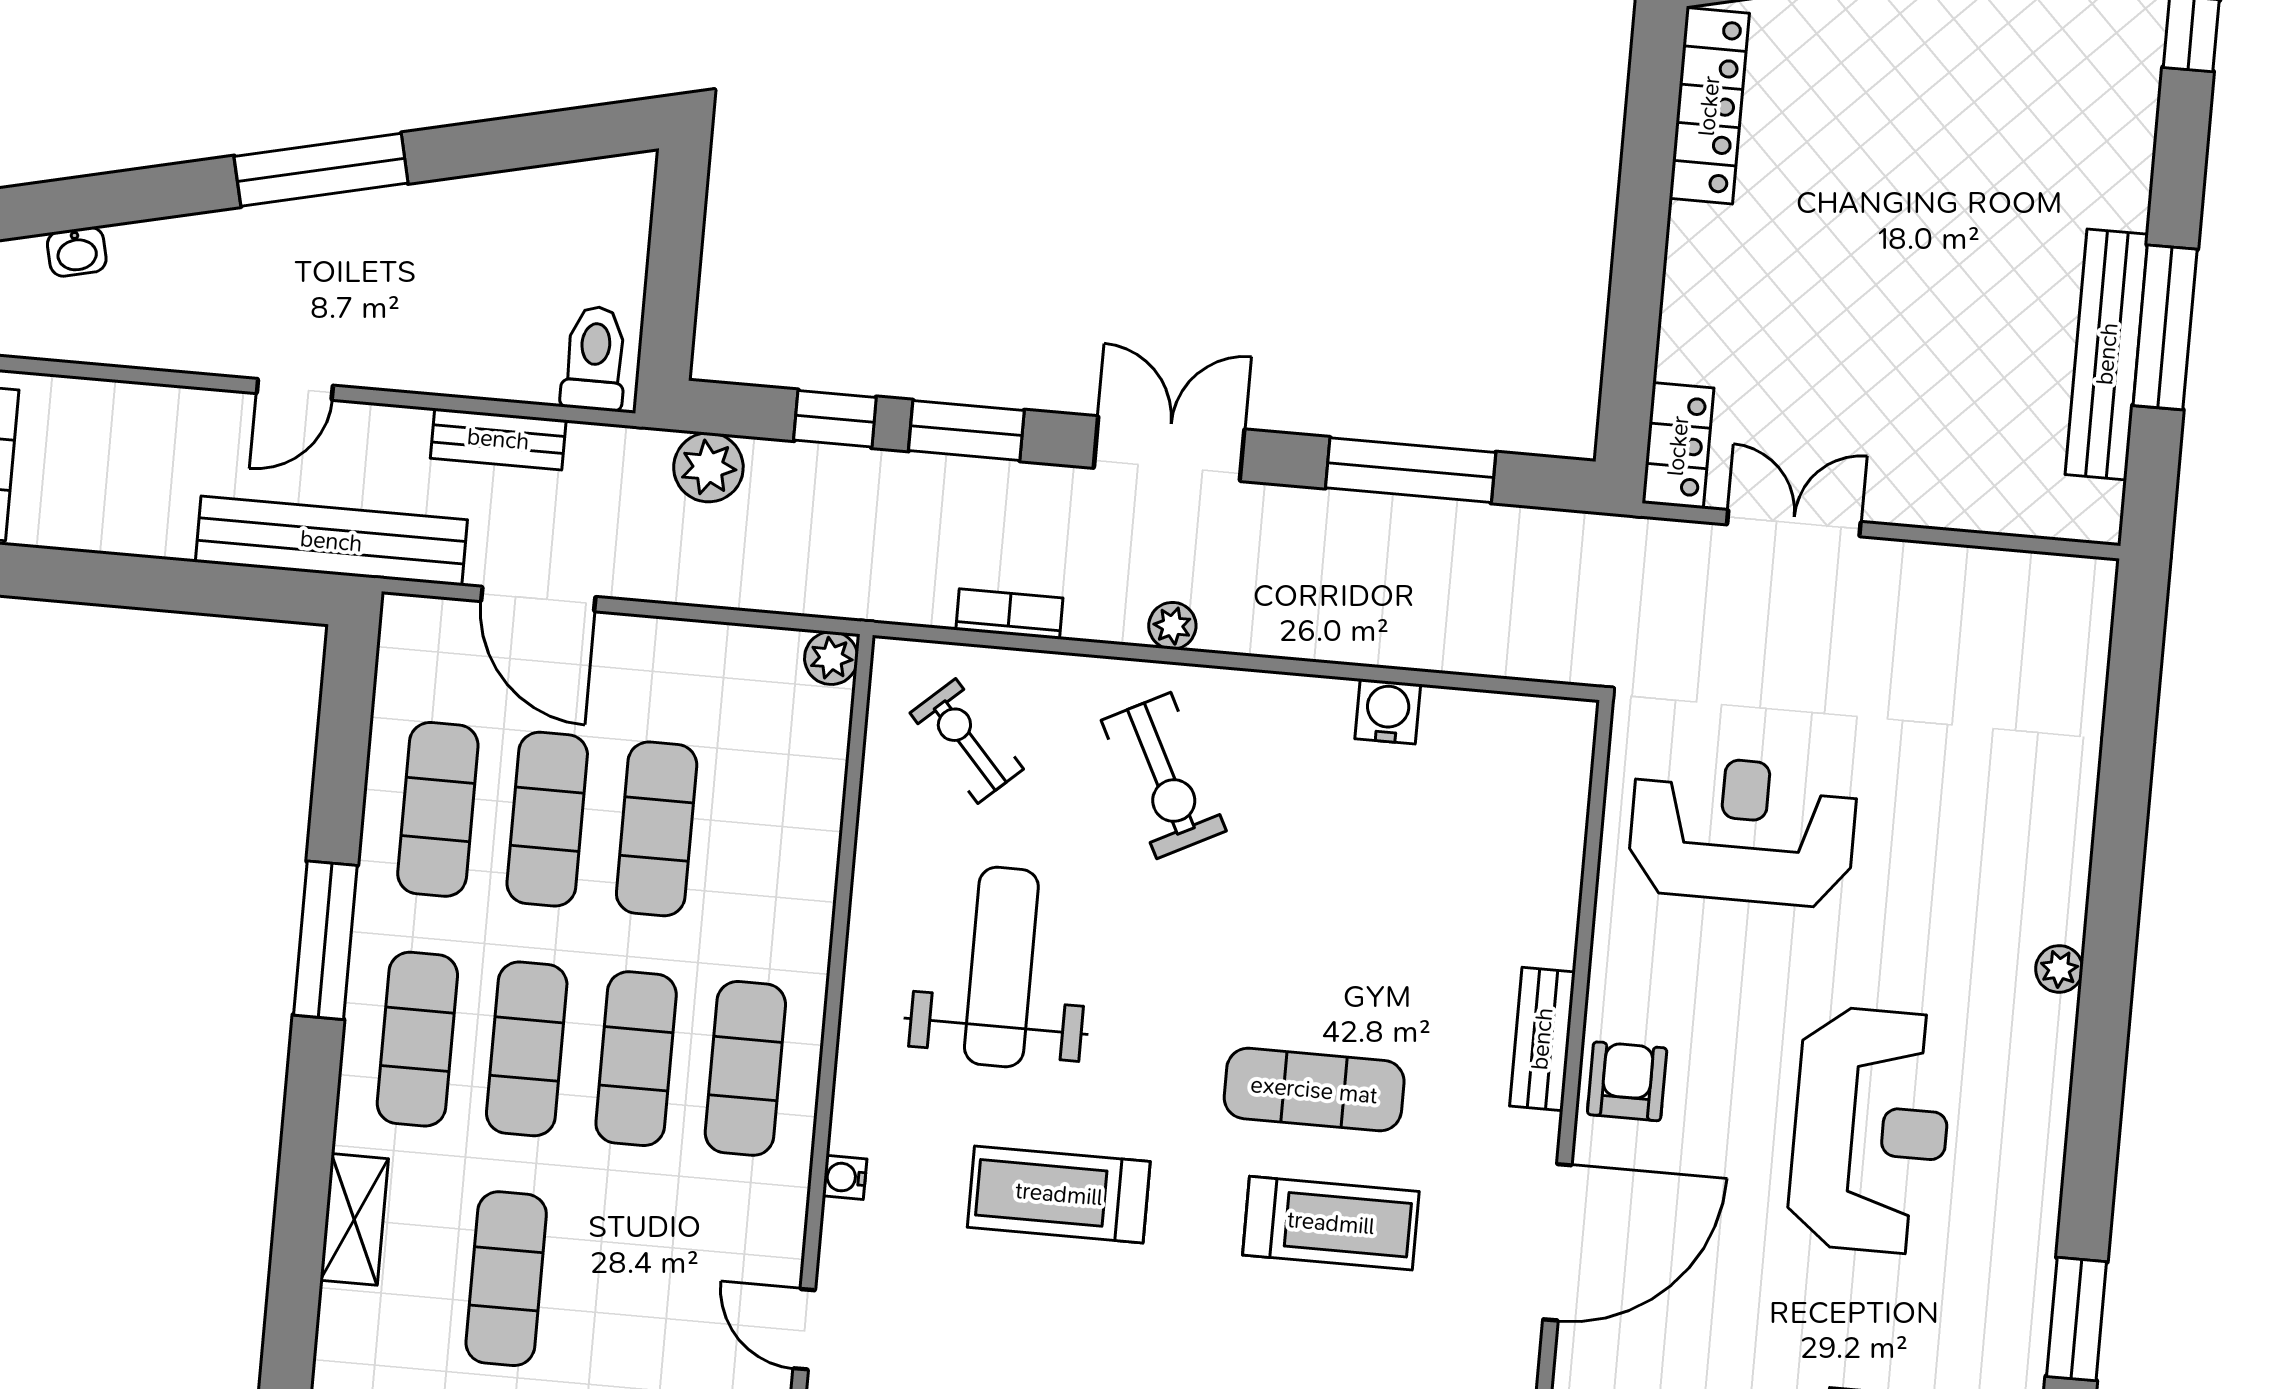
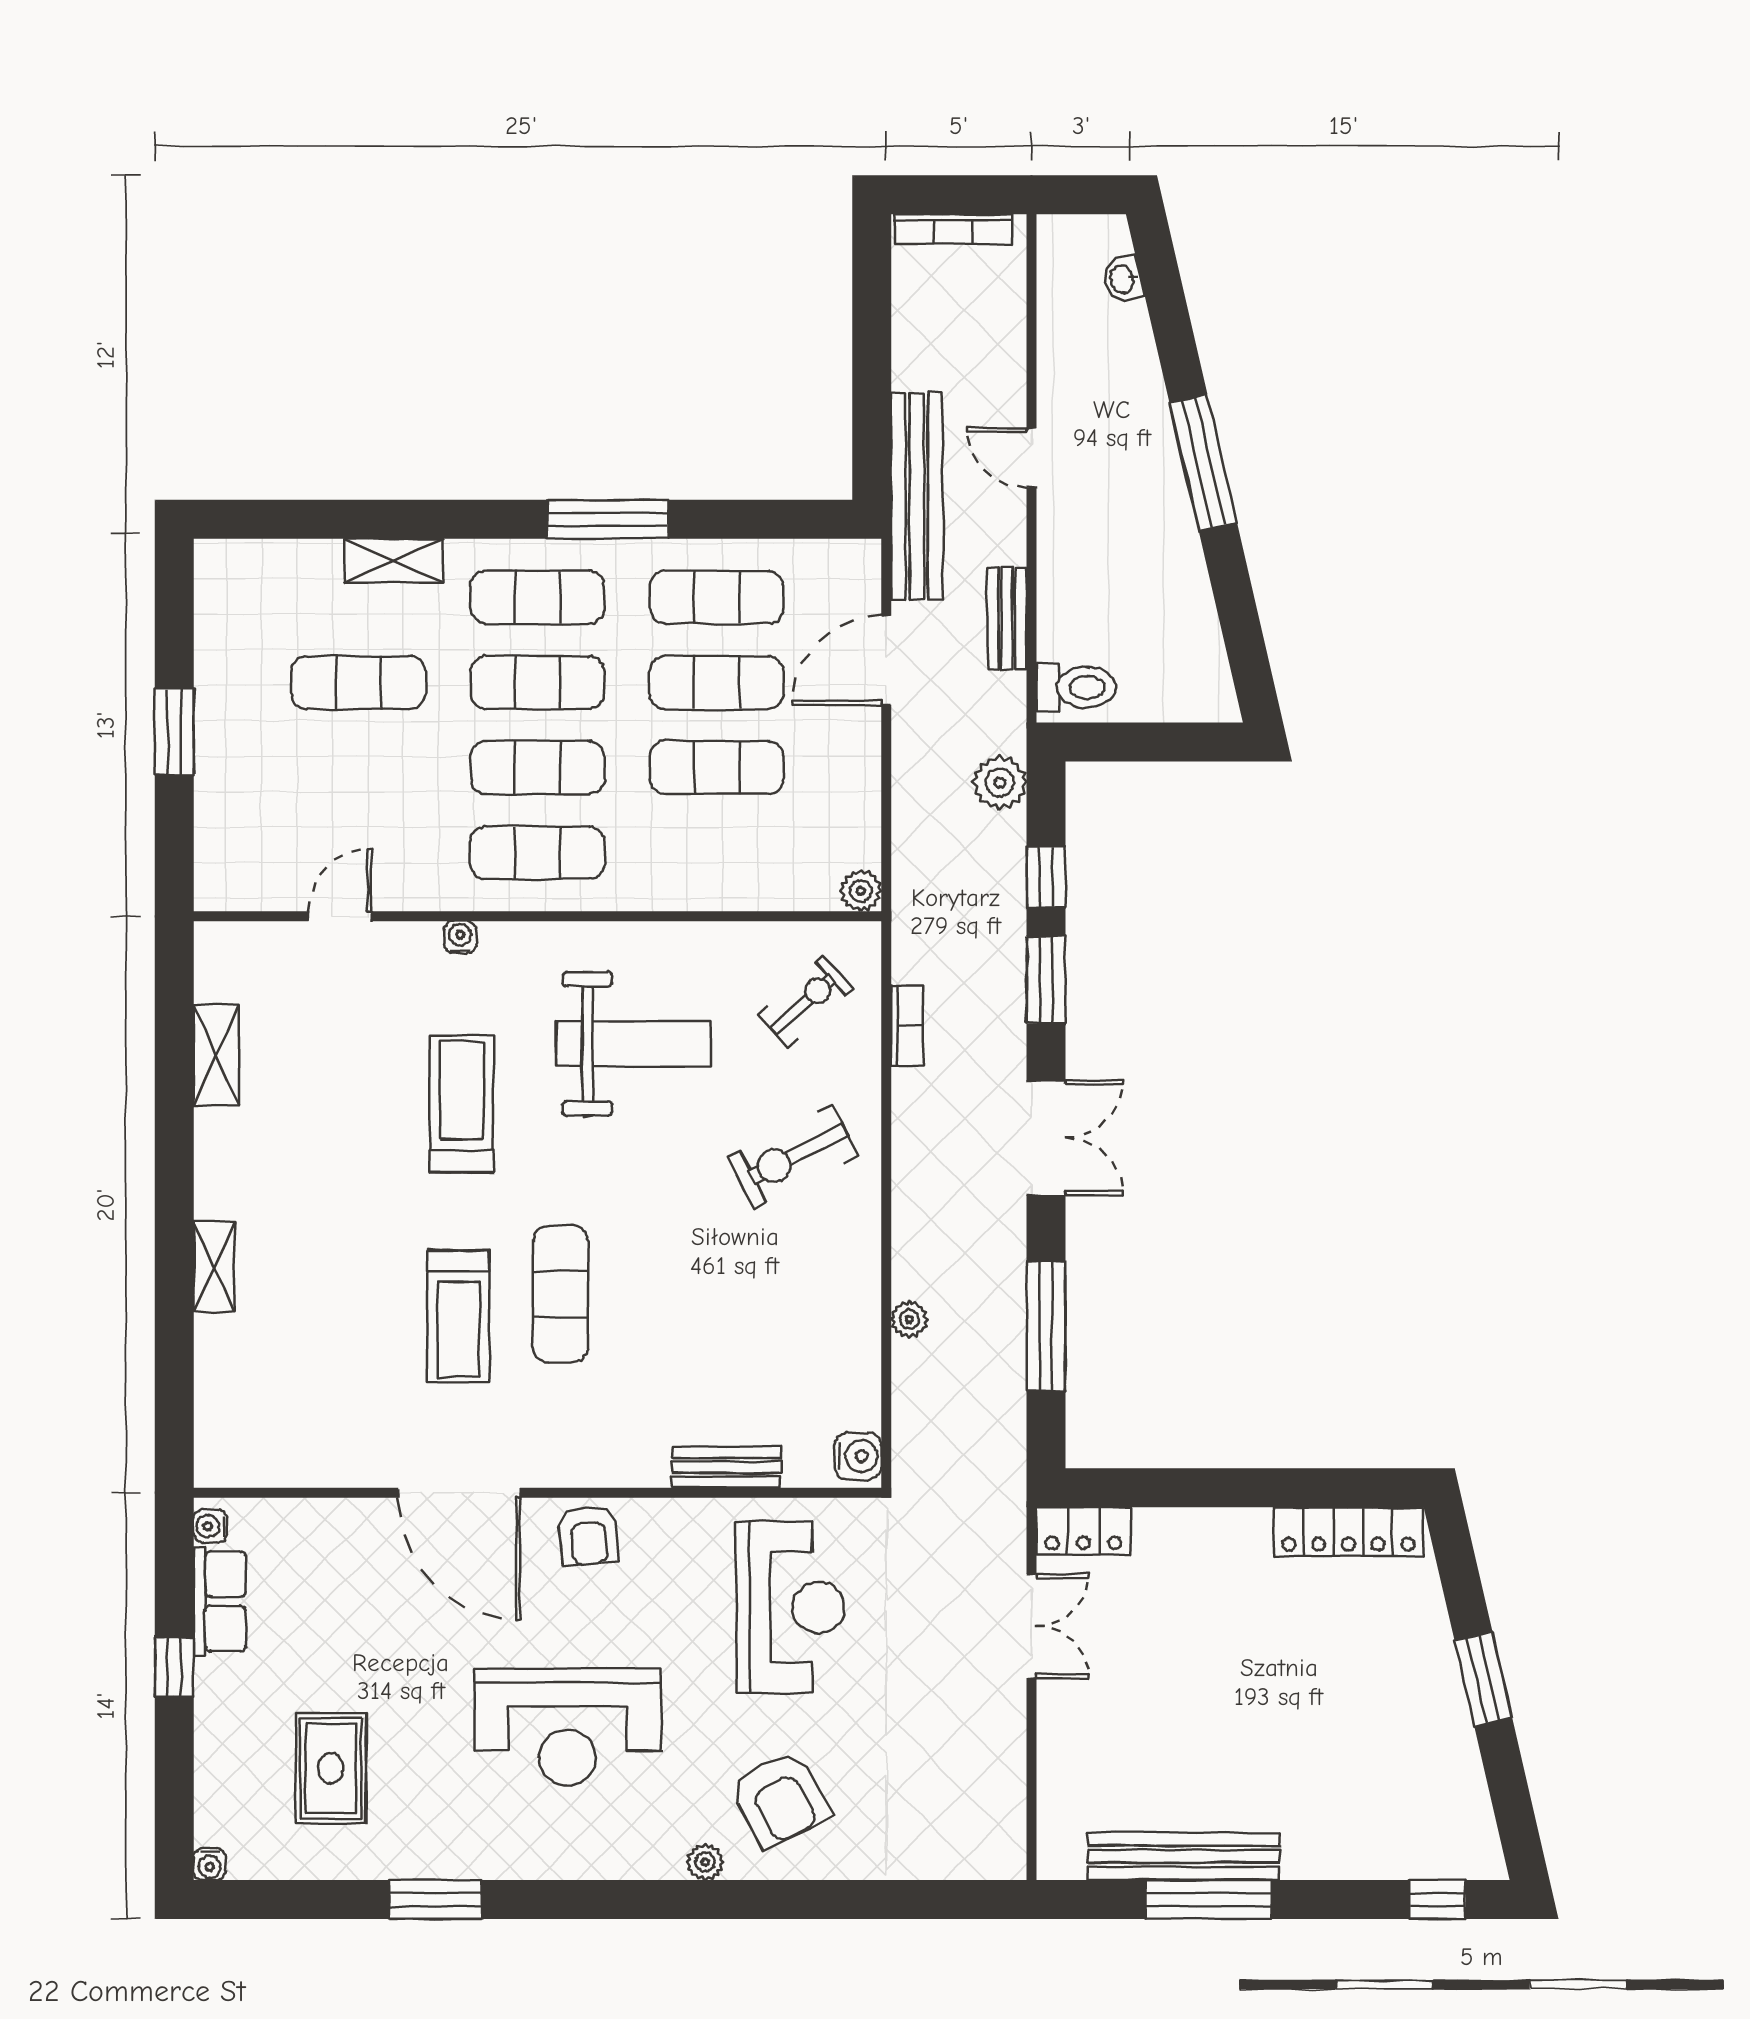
plant: (1172, 626) -> (909, 1319), moved
water cooler: (1388, 711) -> (858, 1456), moved
armchair: (1987, 866) -> (780, 1799), added
bench: (1542, 1039) -> (726, 1467), moved
armchair: (1627, 1081) -> (588, 1536), turned 85

